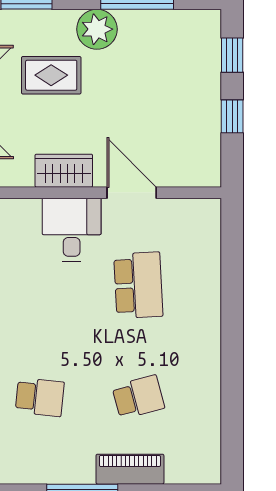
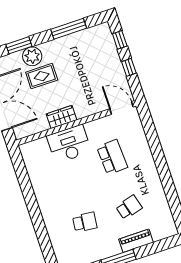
plant: (97, 29) -> (32, 56), moved
door: (132, 193) -> (121, 108), moved
desk: (72, 230) -> (69, 144), width x1.37

